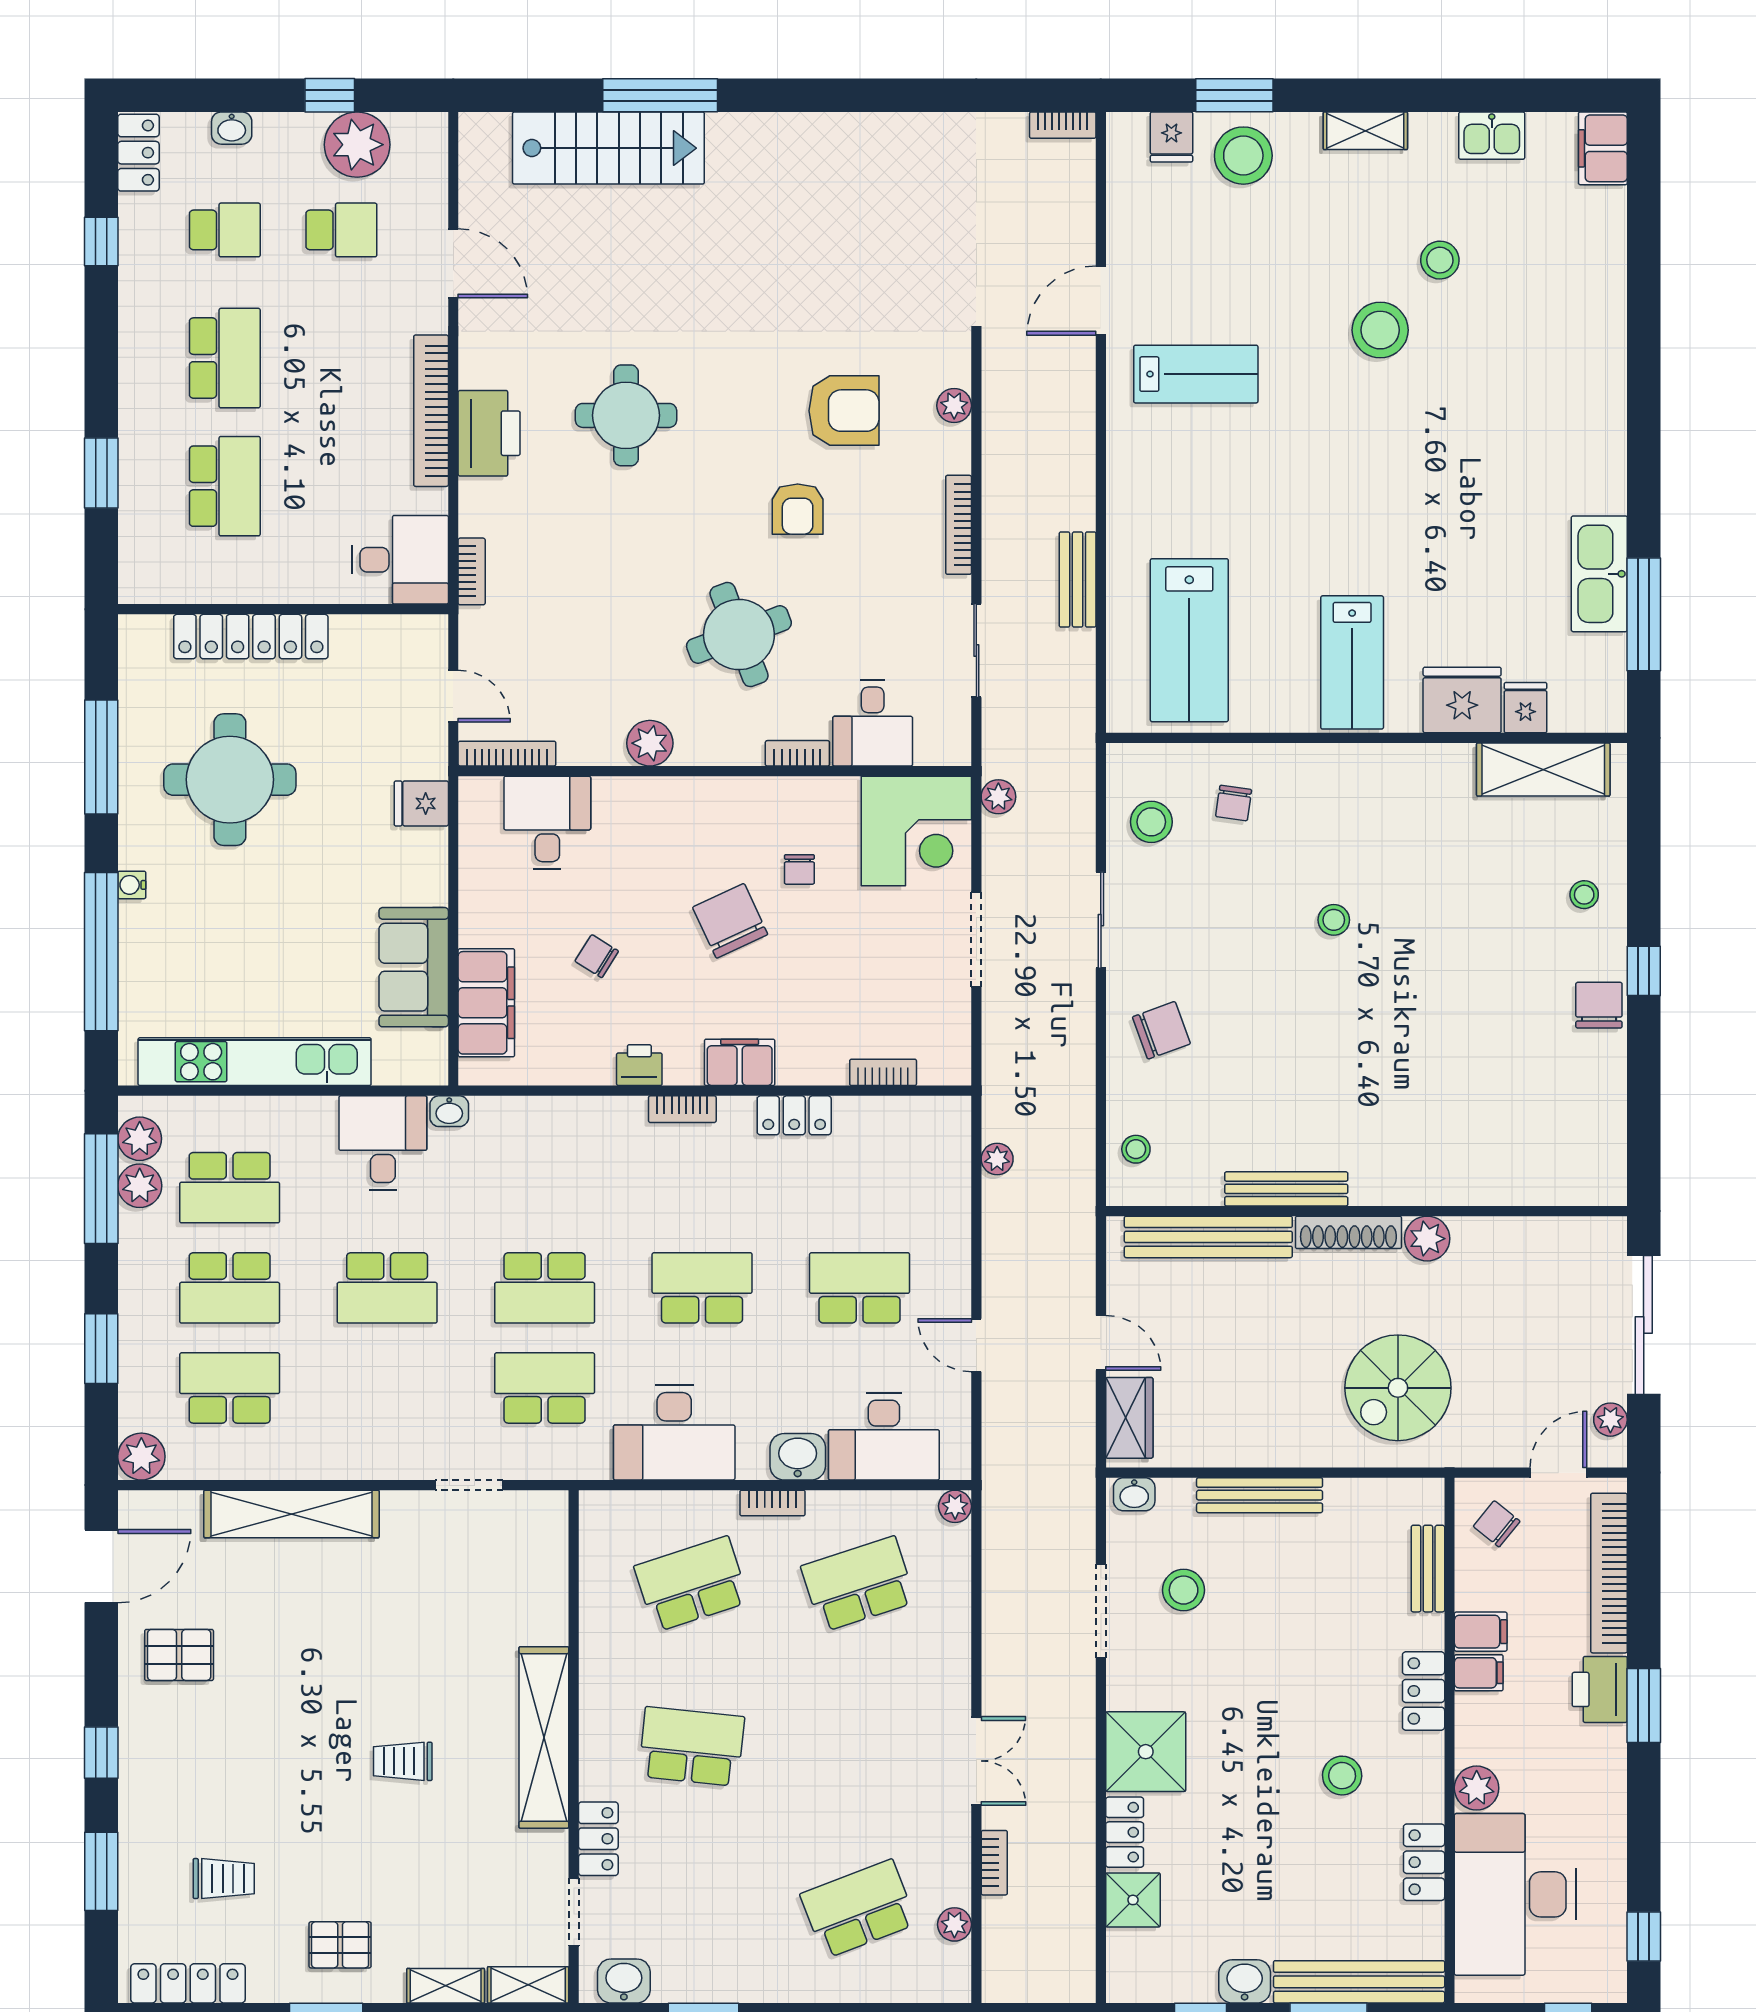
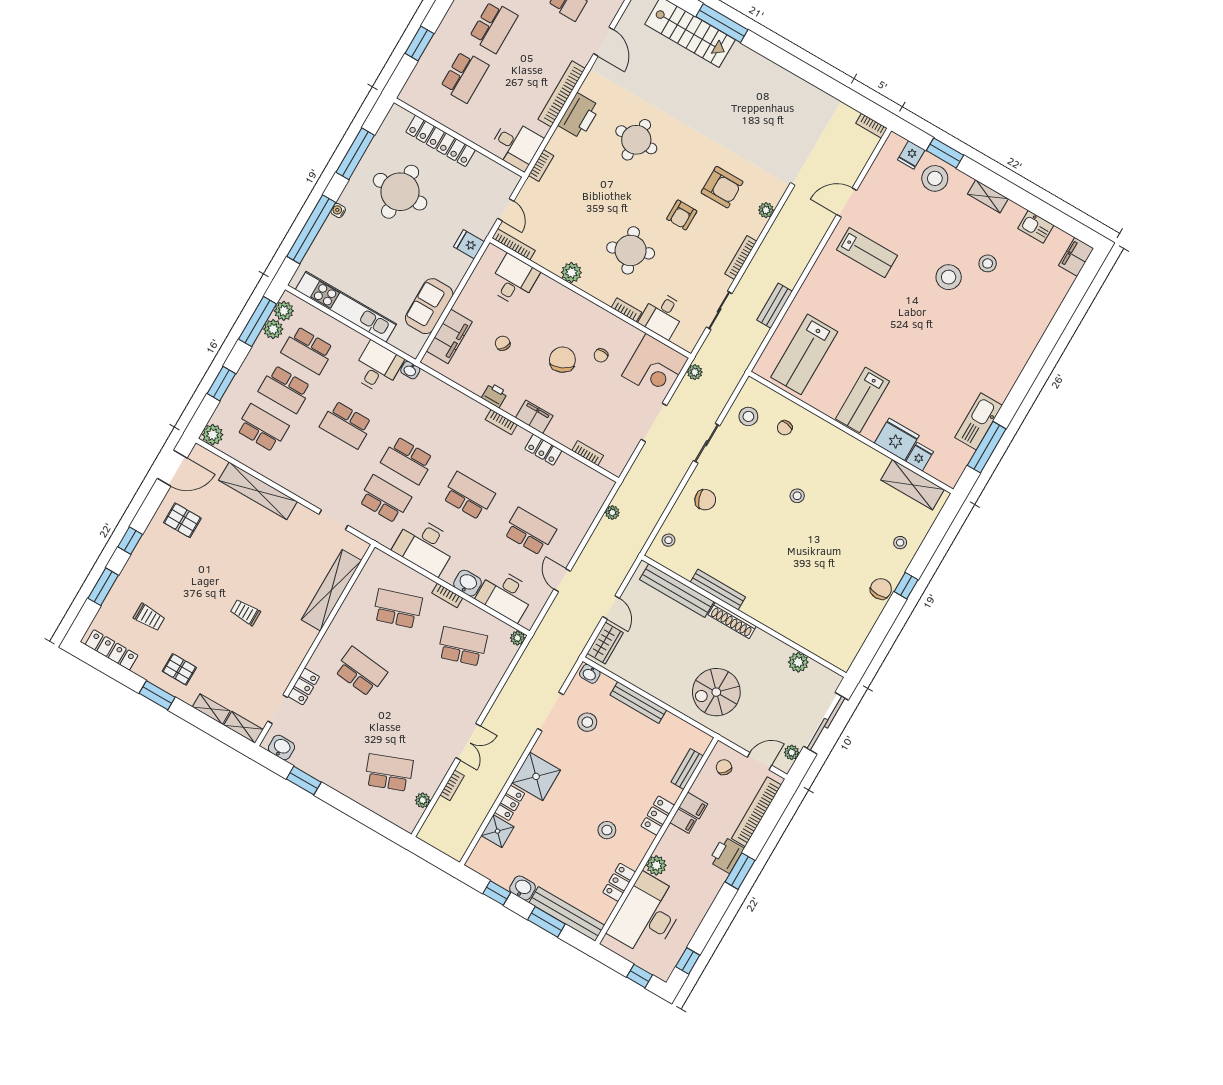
plant: (1427, 1239) -> (798, 662), moved
shelving: (544, 1737) -> (331, 590), moved

